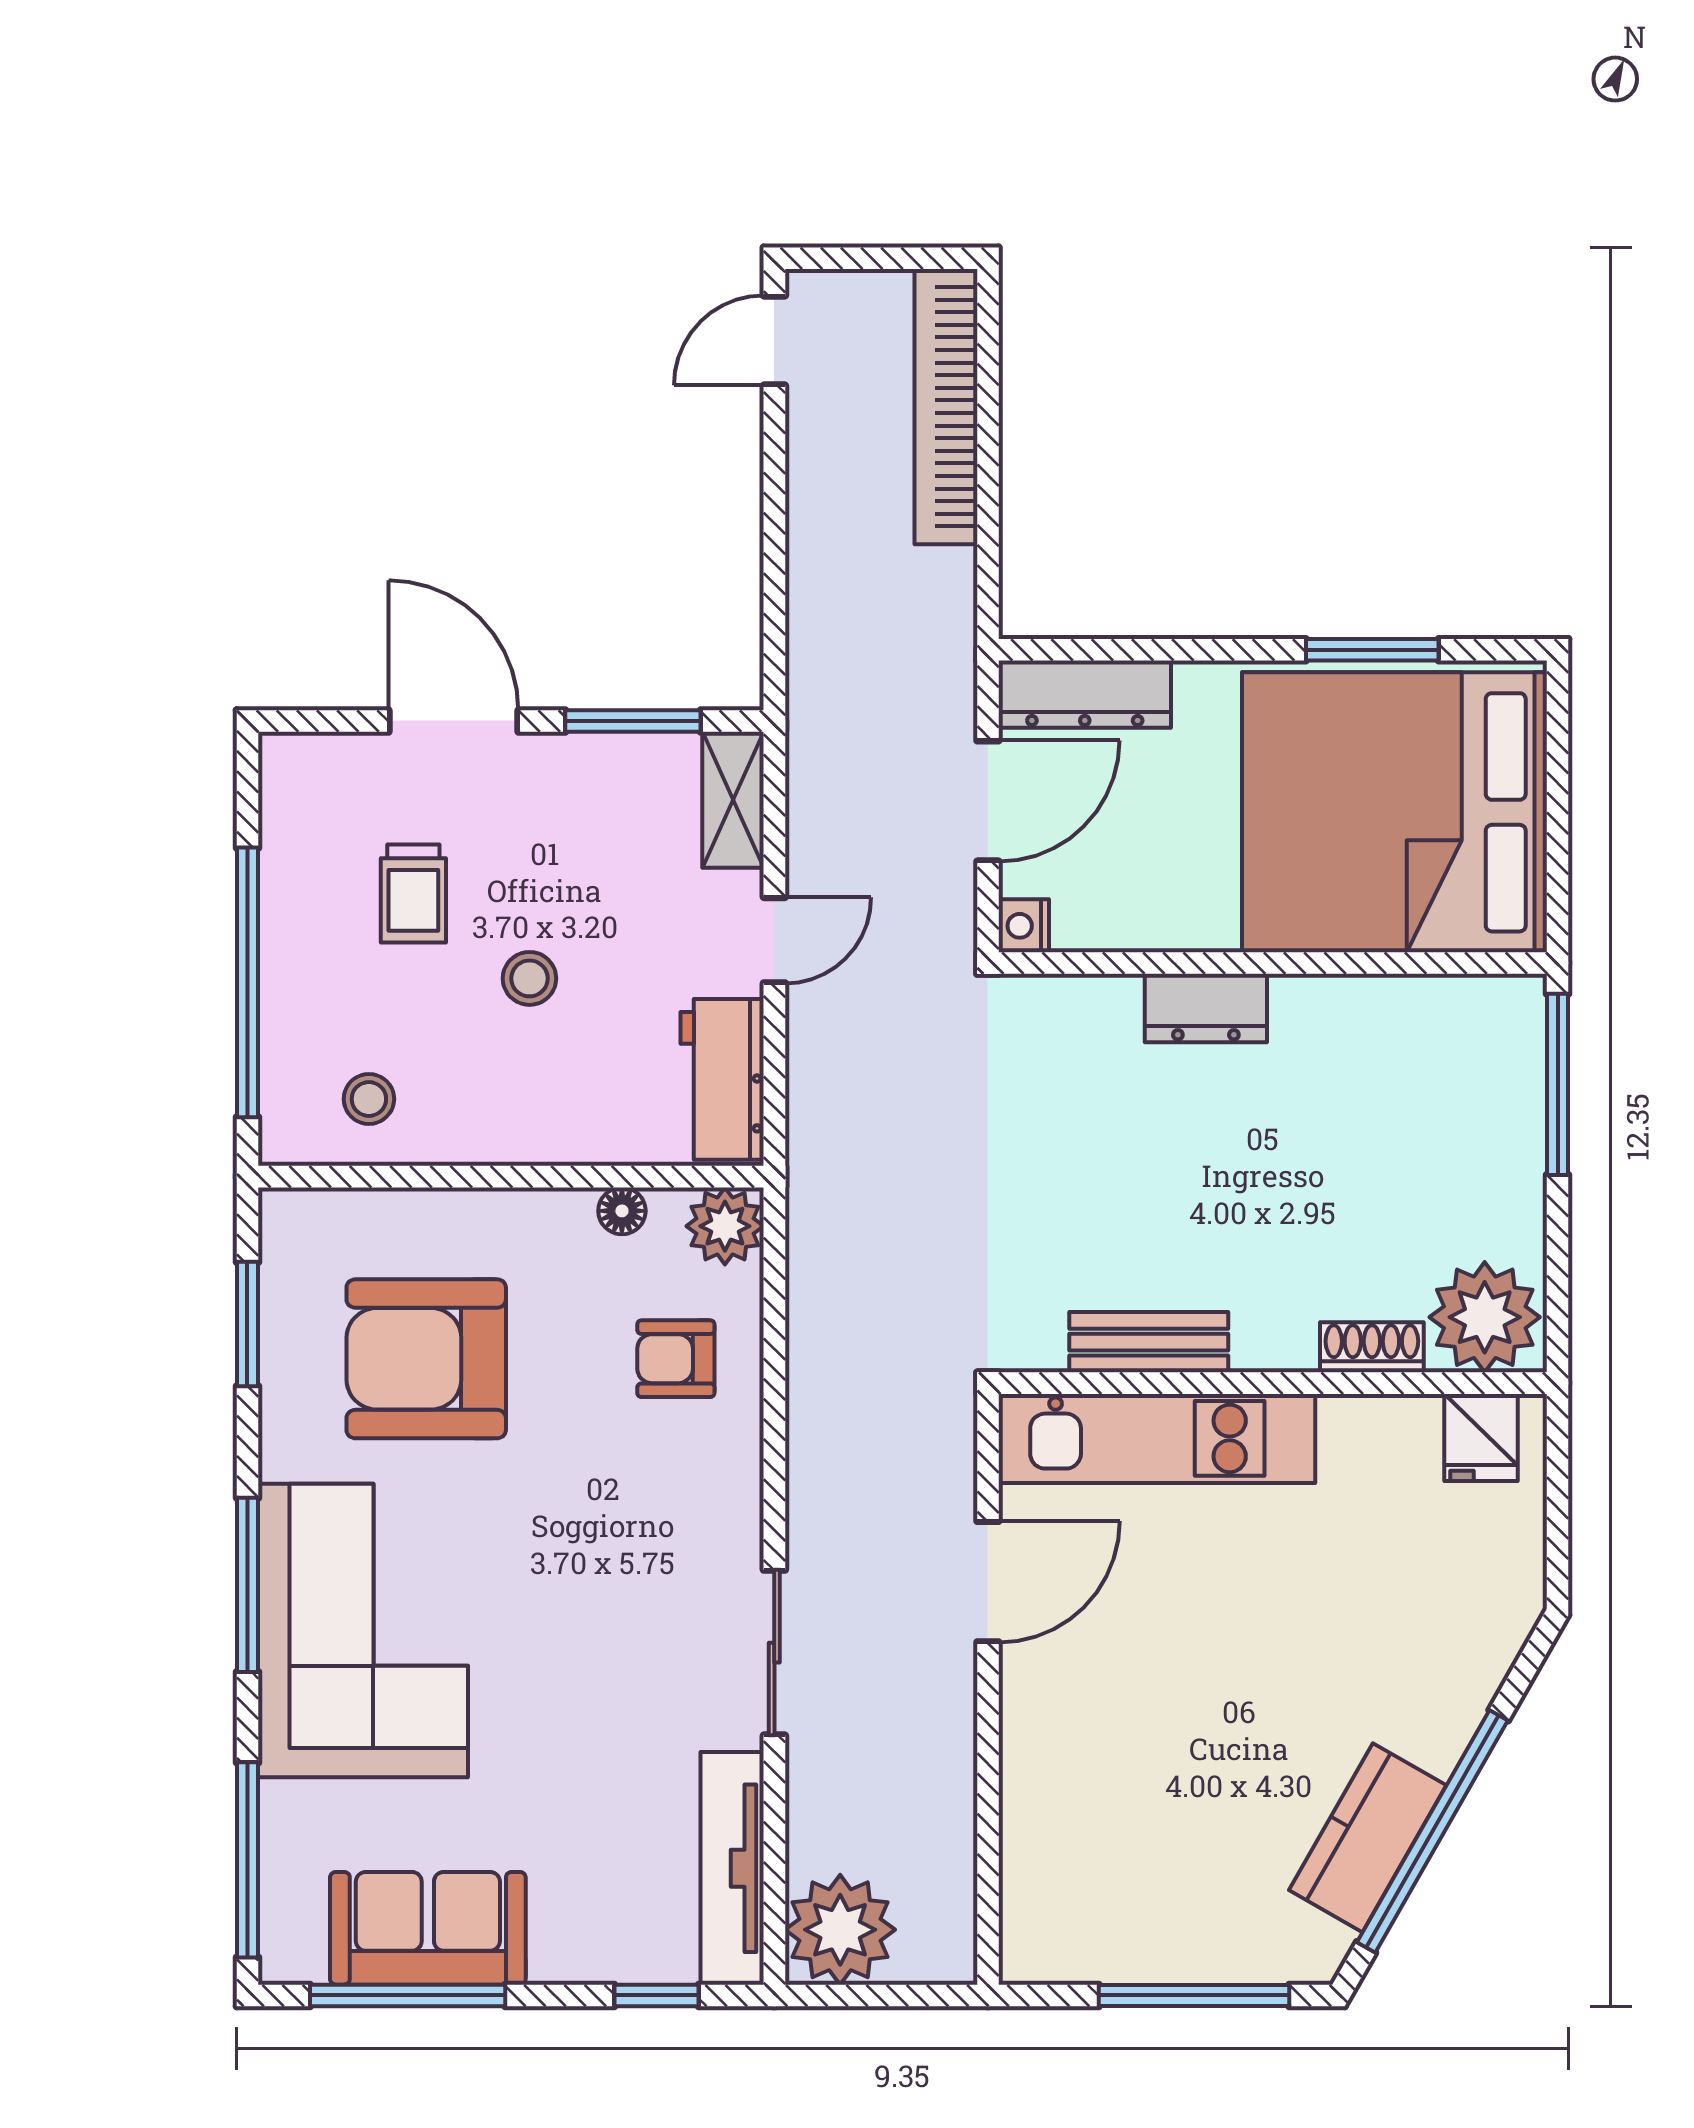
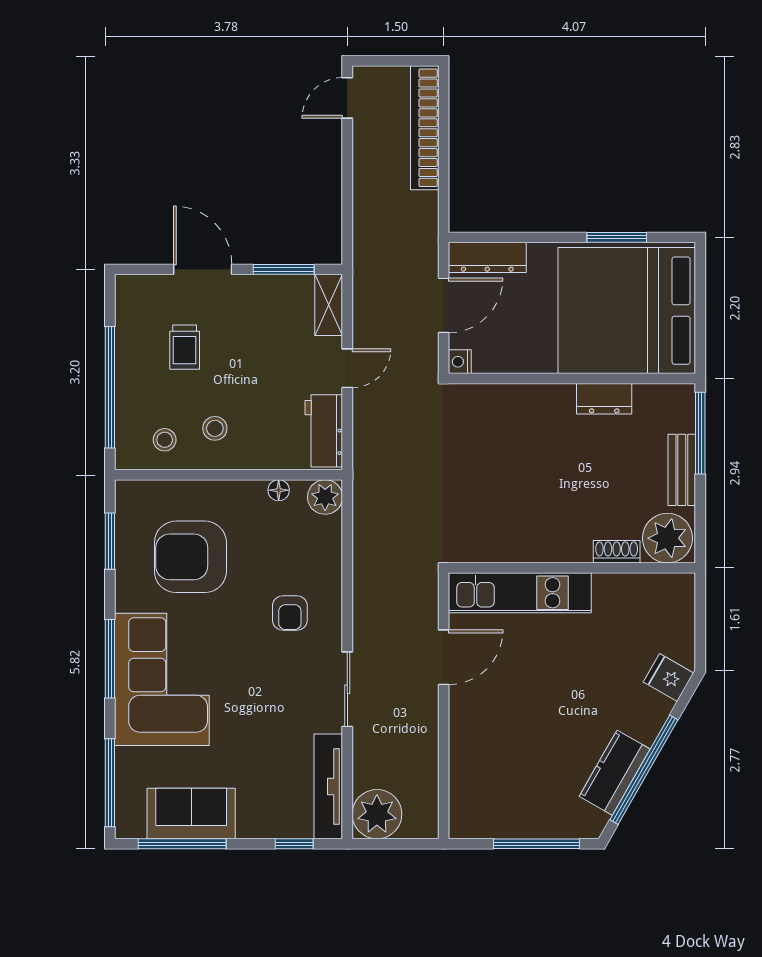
stool: (529, 978) -> (215, 428), moved
dresser: (1206, 1008) -> (604, 399), moved
bench: (1149, 1342) -> (682, 470), moved, turned 90
armchair: (676, 1359) -> (290, 613), moved, turned -90
fridge: (1481, 1437) -> (668, 677), moved, turned 120

